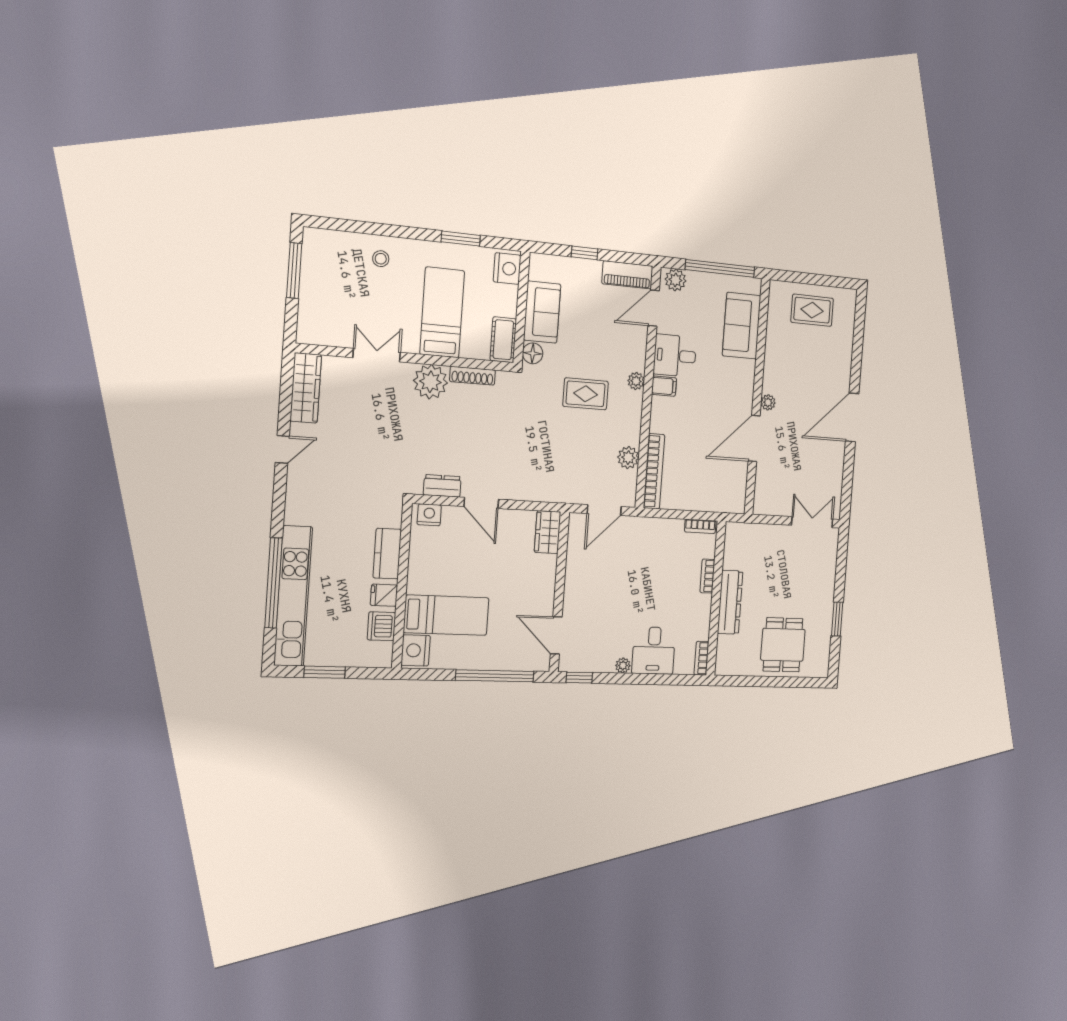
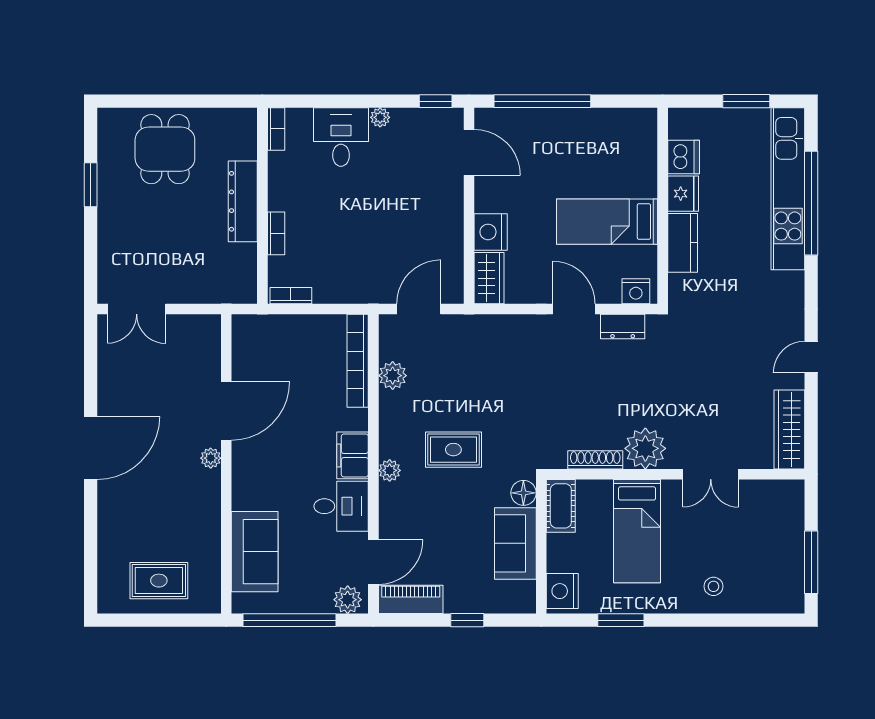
filing cabinet: (664, 386) -> (353, 455), width x2.00
fridge: (384, 595) -> (683, 194), width x1.38
bed: (446, 615) -> (607, 222), moved
nightstand: (416, 650) -> (491, 232), moved, turned 180

